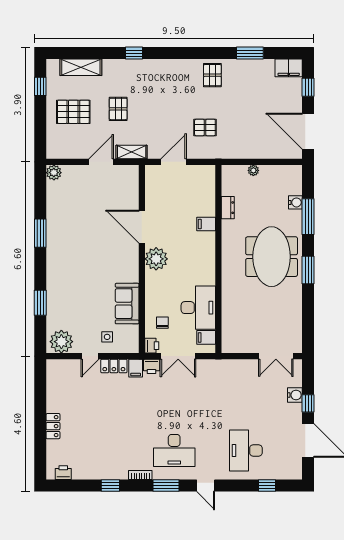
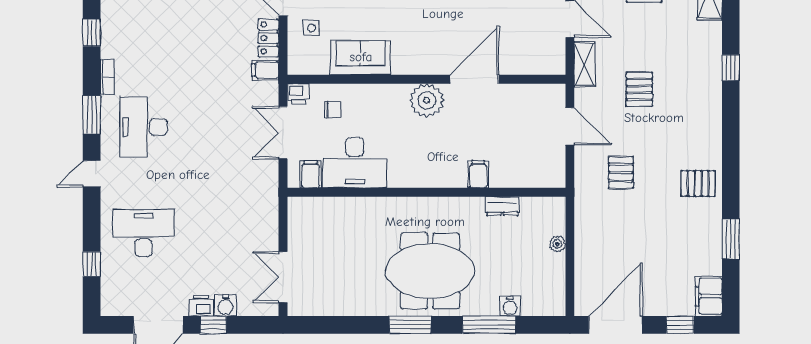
pallet: (118, 109) -> (639, 89), moved, turned 90
printer: (152, 366) -> (201, 305), moved, turned 90

